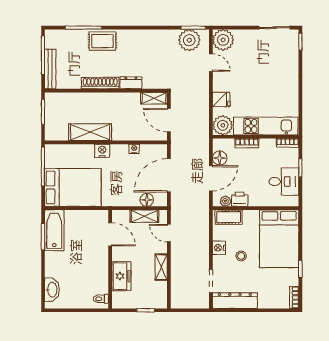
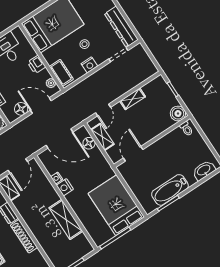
nightstand: (102, 151) -> (65, 187), moved
printer: (240, 199) -> (36, 65), moved
bathtub: (54, 230) -> (170, 190), moved
freezer: (121, 276) -> (159, 125), removed
boiler: (120, 300) -> (178, 114), added

